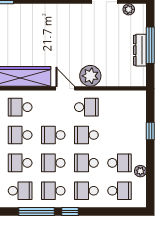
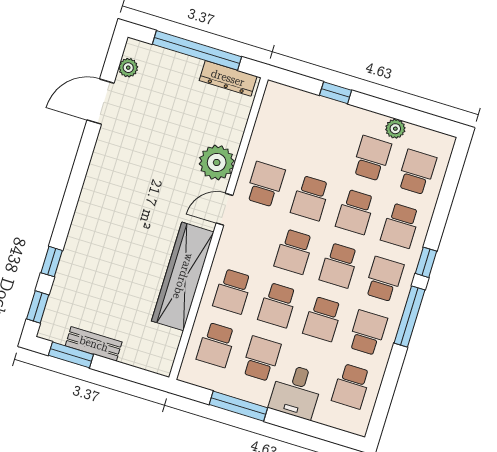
window: (150, 45) -> (197, 50), width x1.46
dresser: (140, 50) -> (228, 78), moved
school desk: (53, 191) -> (384, 279), turned 180

